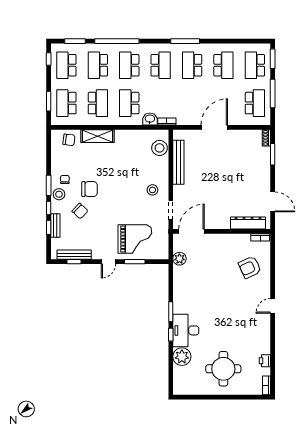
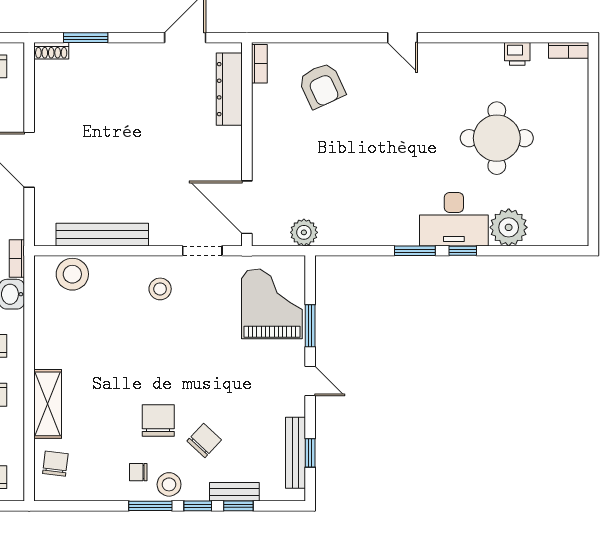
grand piano: (135, 239) -> (272, 304), moved
round table: (223, 369) -> (497, 138), moved

